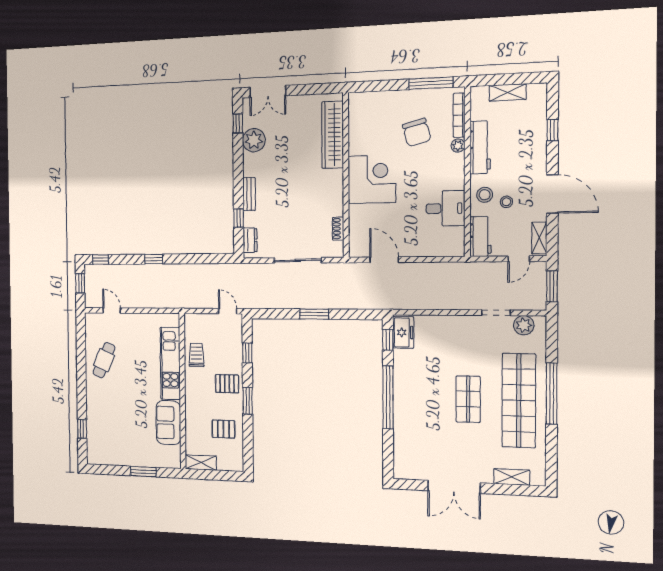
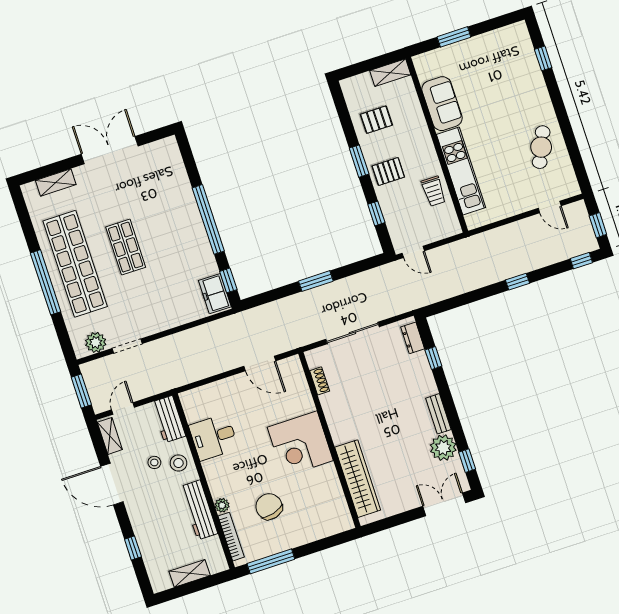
bench: (249, 194) -> (438, 414), moved

